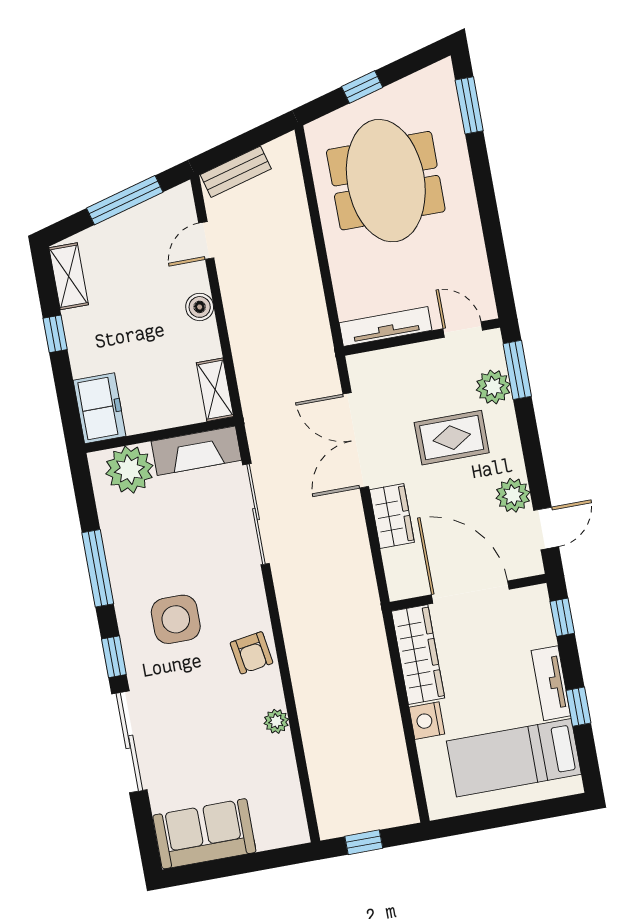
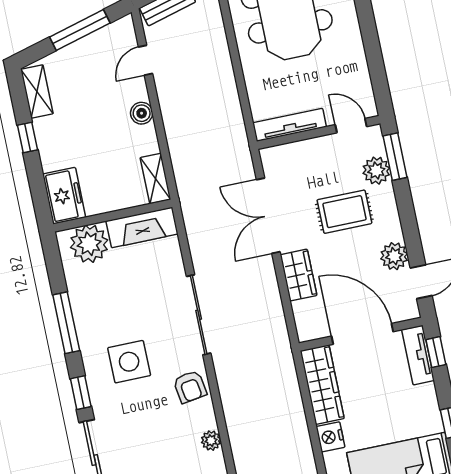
sliding door: (256, 514) -> (199, 315), moved
tv unit: (551, 683) -> (418, 355), moved

